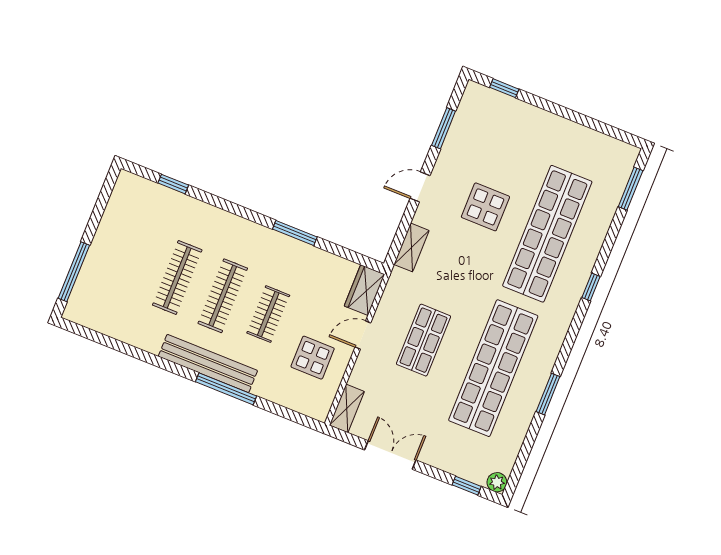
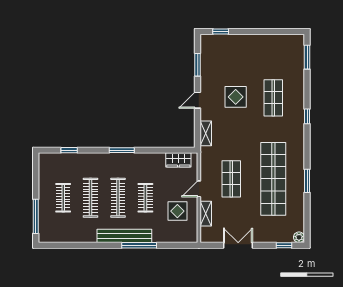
window: (295, 233) -> (122, 150), moved
shop shelf: (547, 234) -> (273, 98), width x0.50, depth x0.74
clothes rail: (132, 259) -> (63, 198), added
wardrobe: (364, 290) -> (178, 160), moved, turned -90
shelving: (347, 408) -> (206, 214), moved

